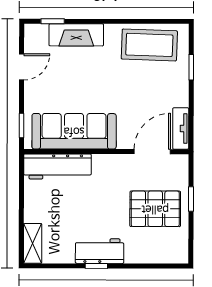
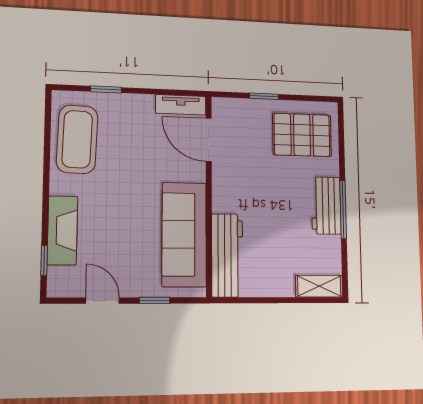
window: (21, 126) -> (155, 300), moved
pallet: (155, 209) -> (302, 135), moved, turned 90
window: (96, 266) -> (343, 210), width x2.17

